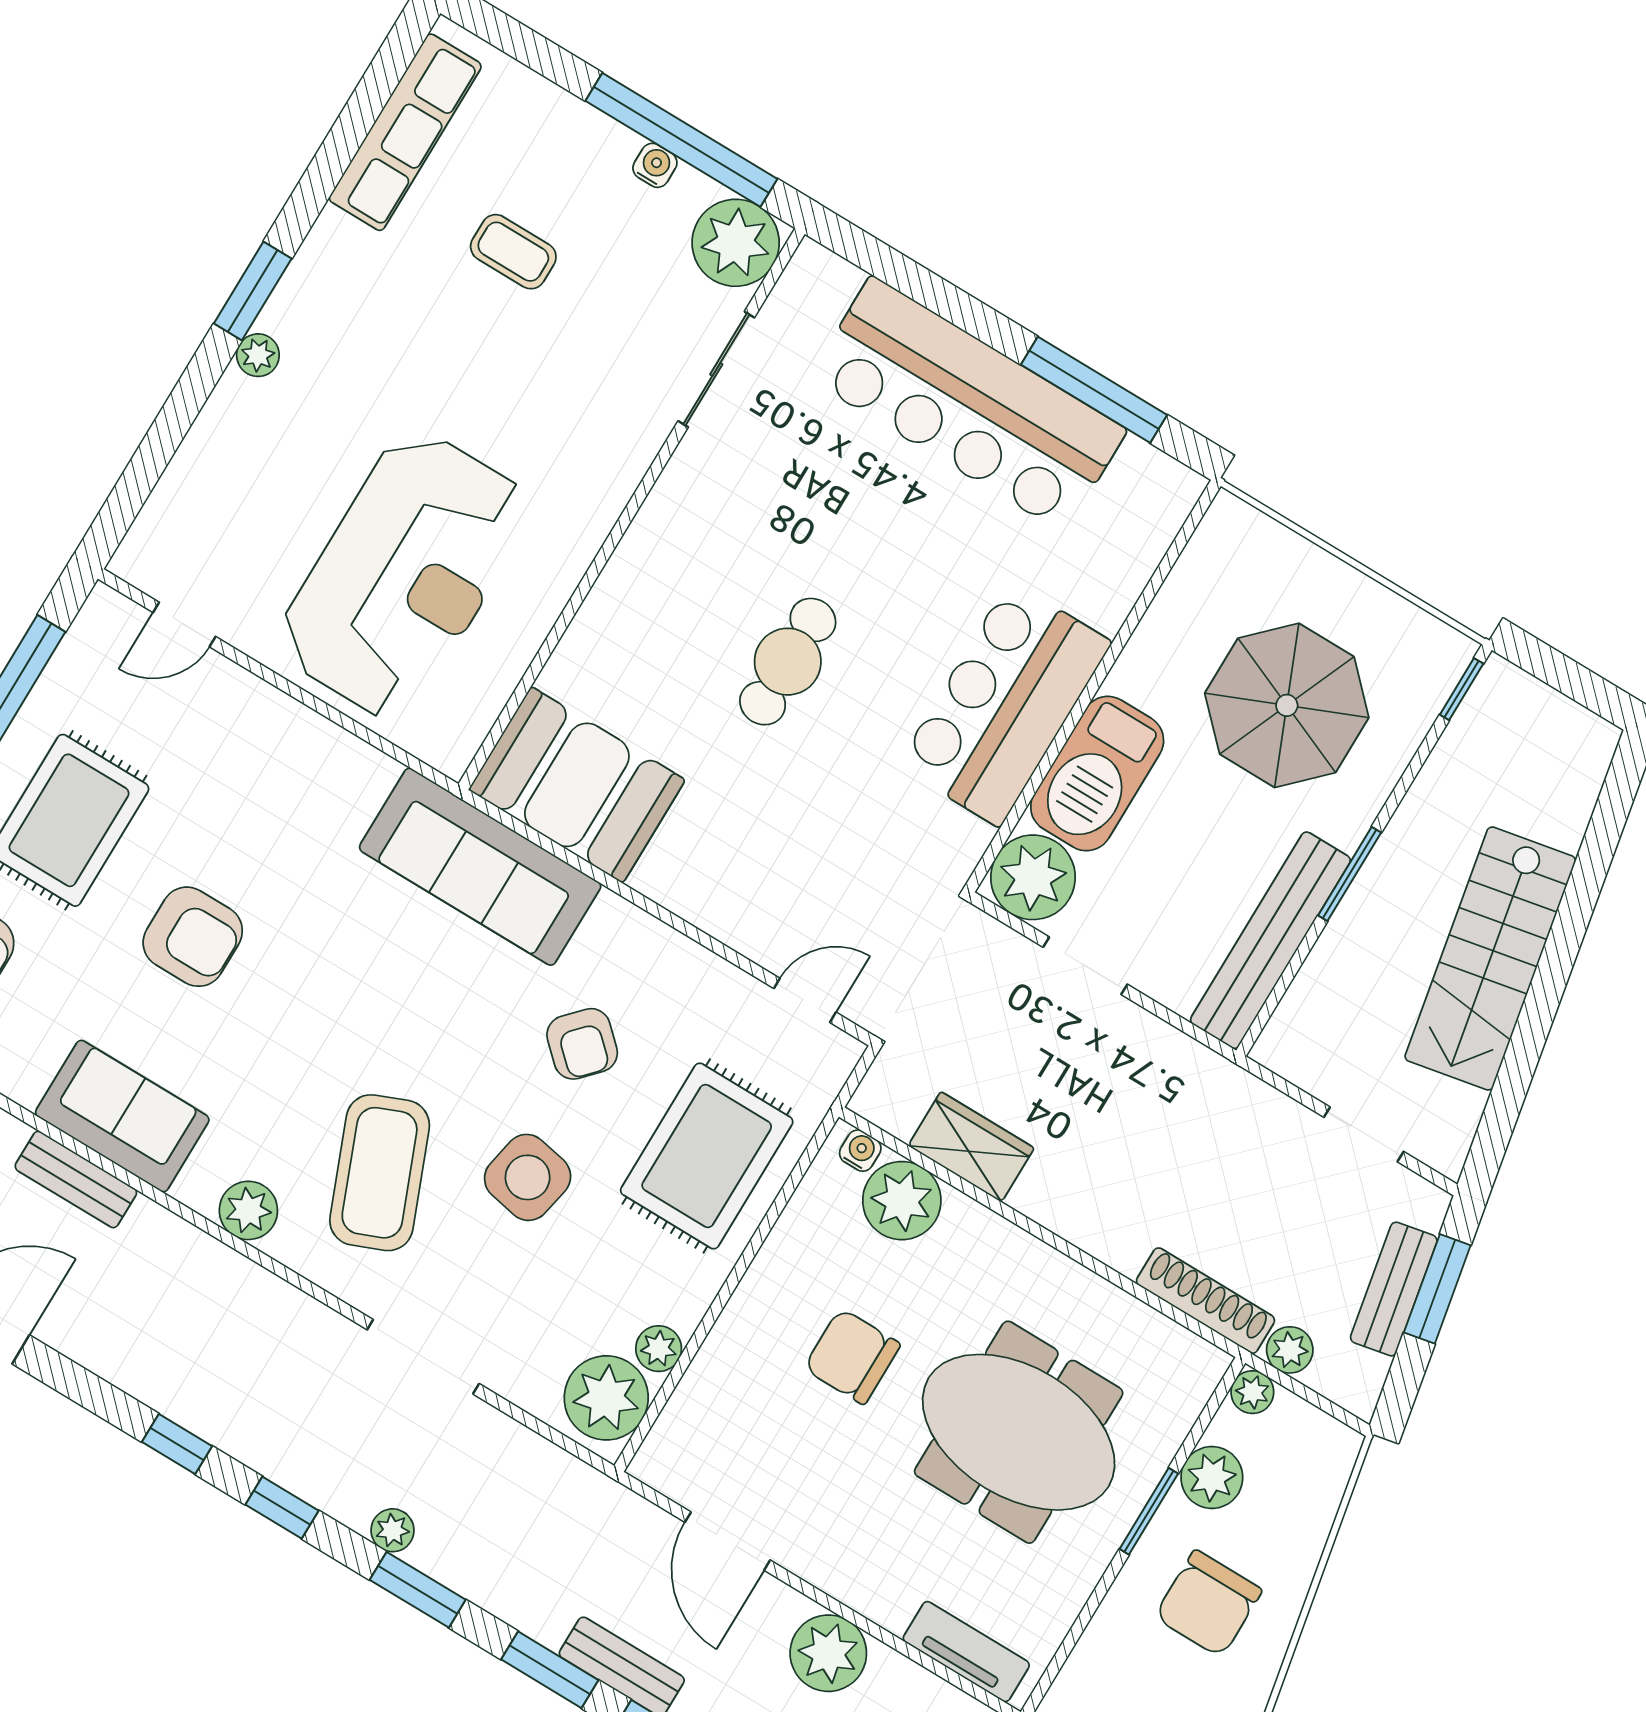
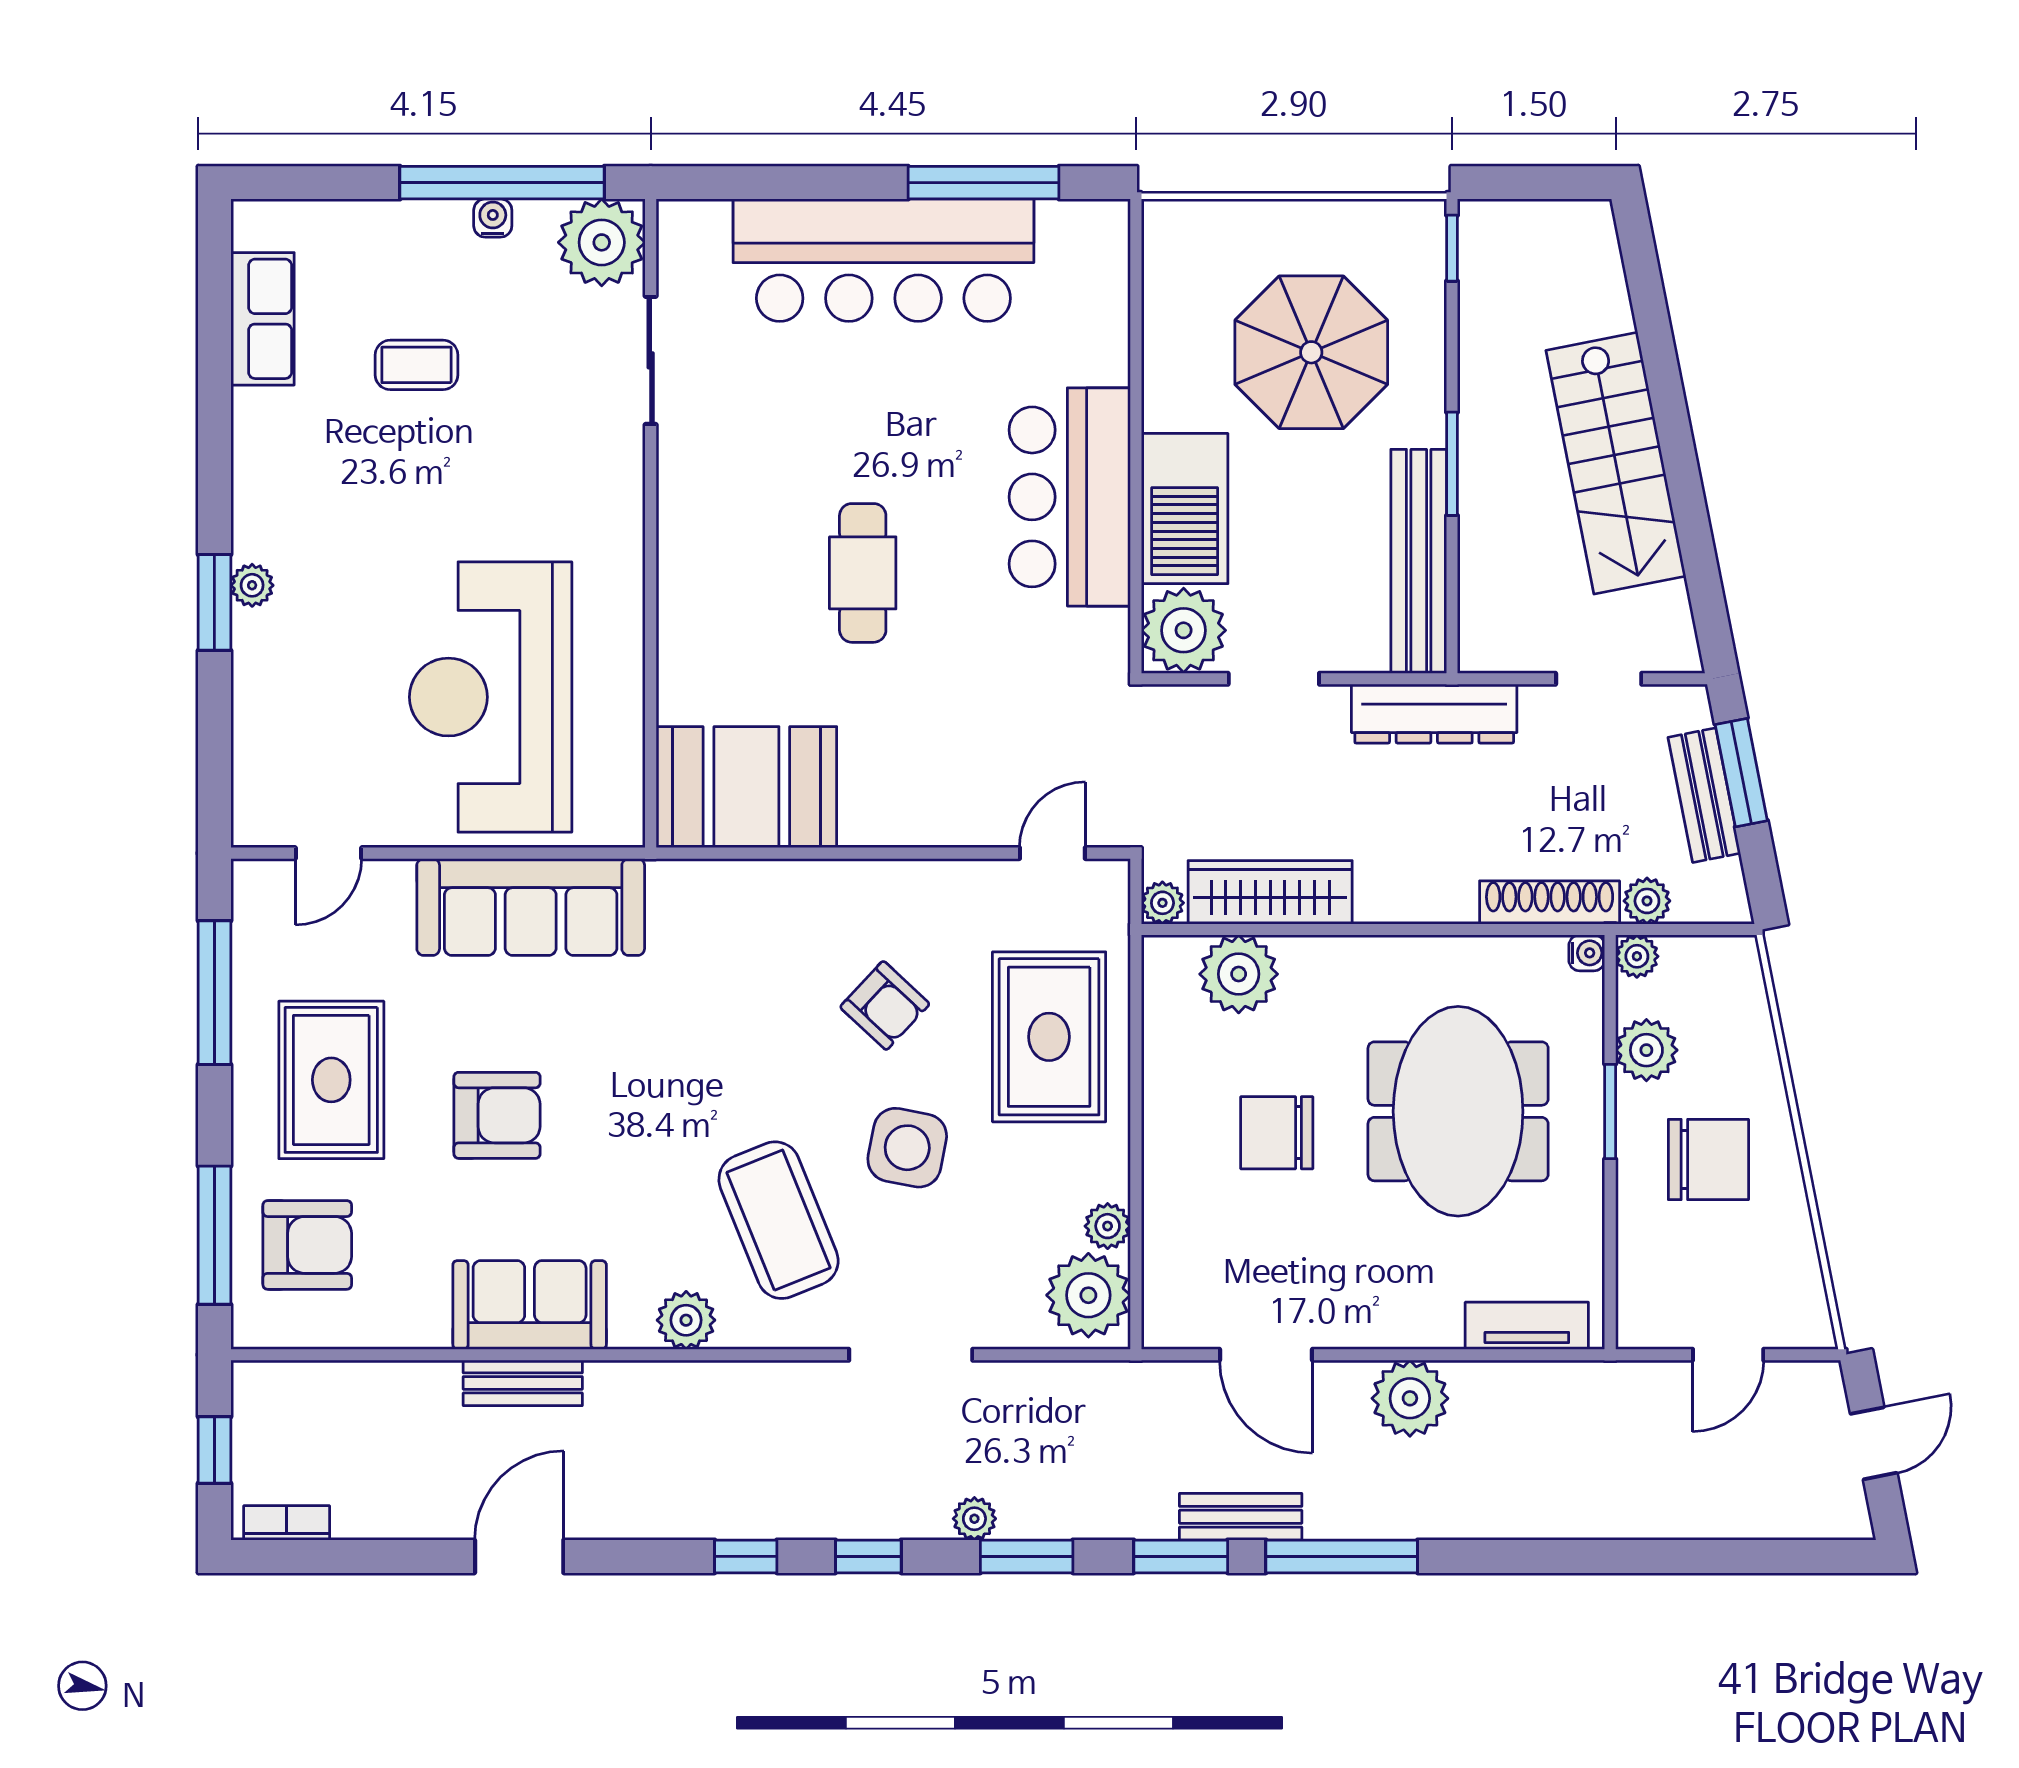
row of seats: (405, 132) -> (263, 319), width x0.68
window: (253, 291) -> (214, 602), moved
reception desk: (404, 575) -> (491, 697), turned 180
sofa: (480, 867) -> (531, 907), moved
dresser: (1205, 1079) -> (1434, 714), added
plant: (873, 1100) -> (1162, 903), added
wardrobe: (971, 1147) -> (1270, 892), width x1.50
water cooler: (860, 1151) -> (1587, 953), moved, turned 90
meeting table: (1019, 1432) -> (1458, 1111), turned 90
chair: (1208, 1603) -> (1708, 1160), turned -90

